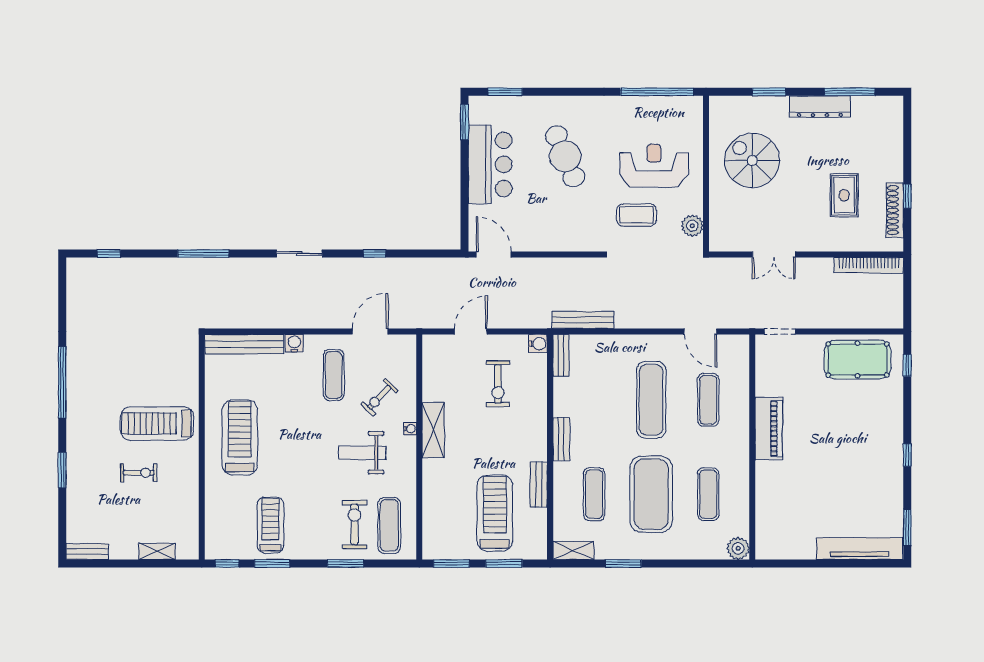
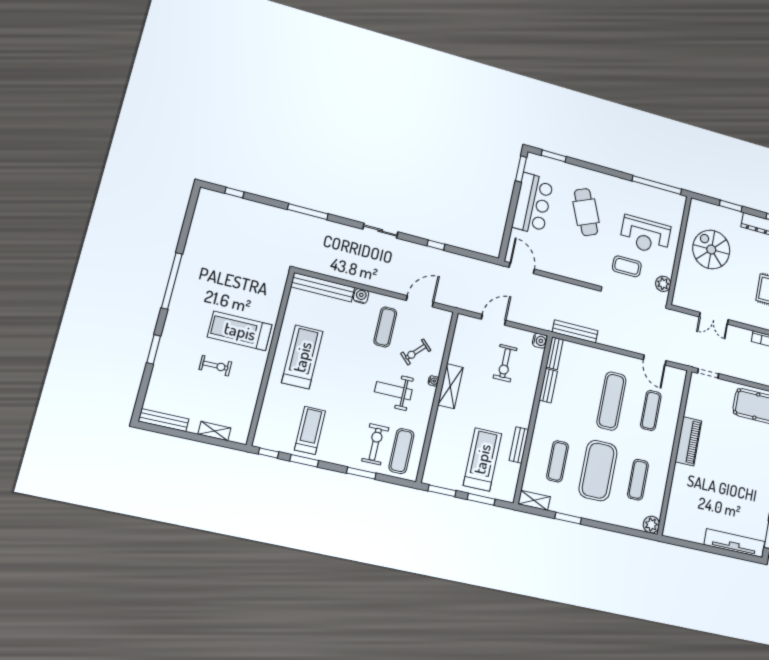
reception desk: (654, 166) -> (645, 235), turned 180
bench: (561, 439) -> (548, 386), moved
bench: (87, 552) -> (164, 420), width x1.36

